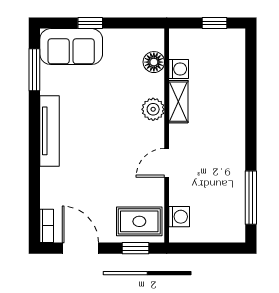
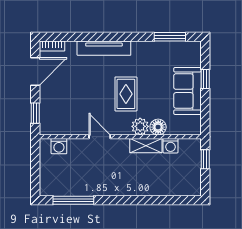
window: (214, 23) -> (205, 159), moved
sofa: (71, 47) -> (187, 91), moved
floor lamp: (154, 62) -> (158, 127), moved
tv unit: (49, 131) -> (104, 48), moved
rug: (139, 221) -> (126, 94), moved

